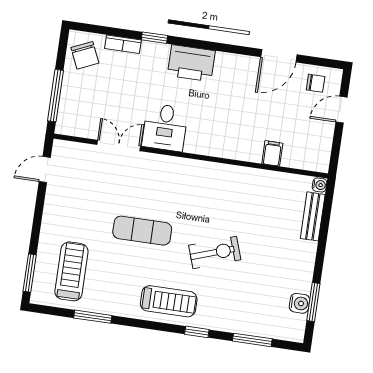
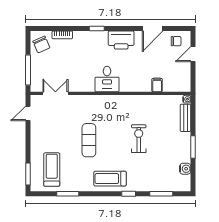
window: (154, 38) -> (97, 29), moved
printer: (191, 63) -> (121, 40), moved
desk: (165, 127) -> (107, 79), moved
double door: (119, 145) -> (55, 93), moved
exercise mat: (142, 231) -> (89, 140), turned 90
exercise bike: (215, 252) -> (139, 139), moved, turned -71
treadmill: (169, 301) -> (110, 179), turned 180
window: (313, 302) -> (193, 147), moved

